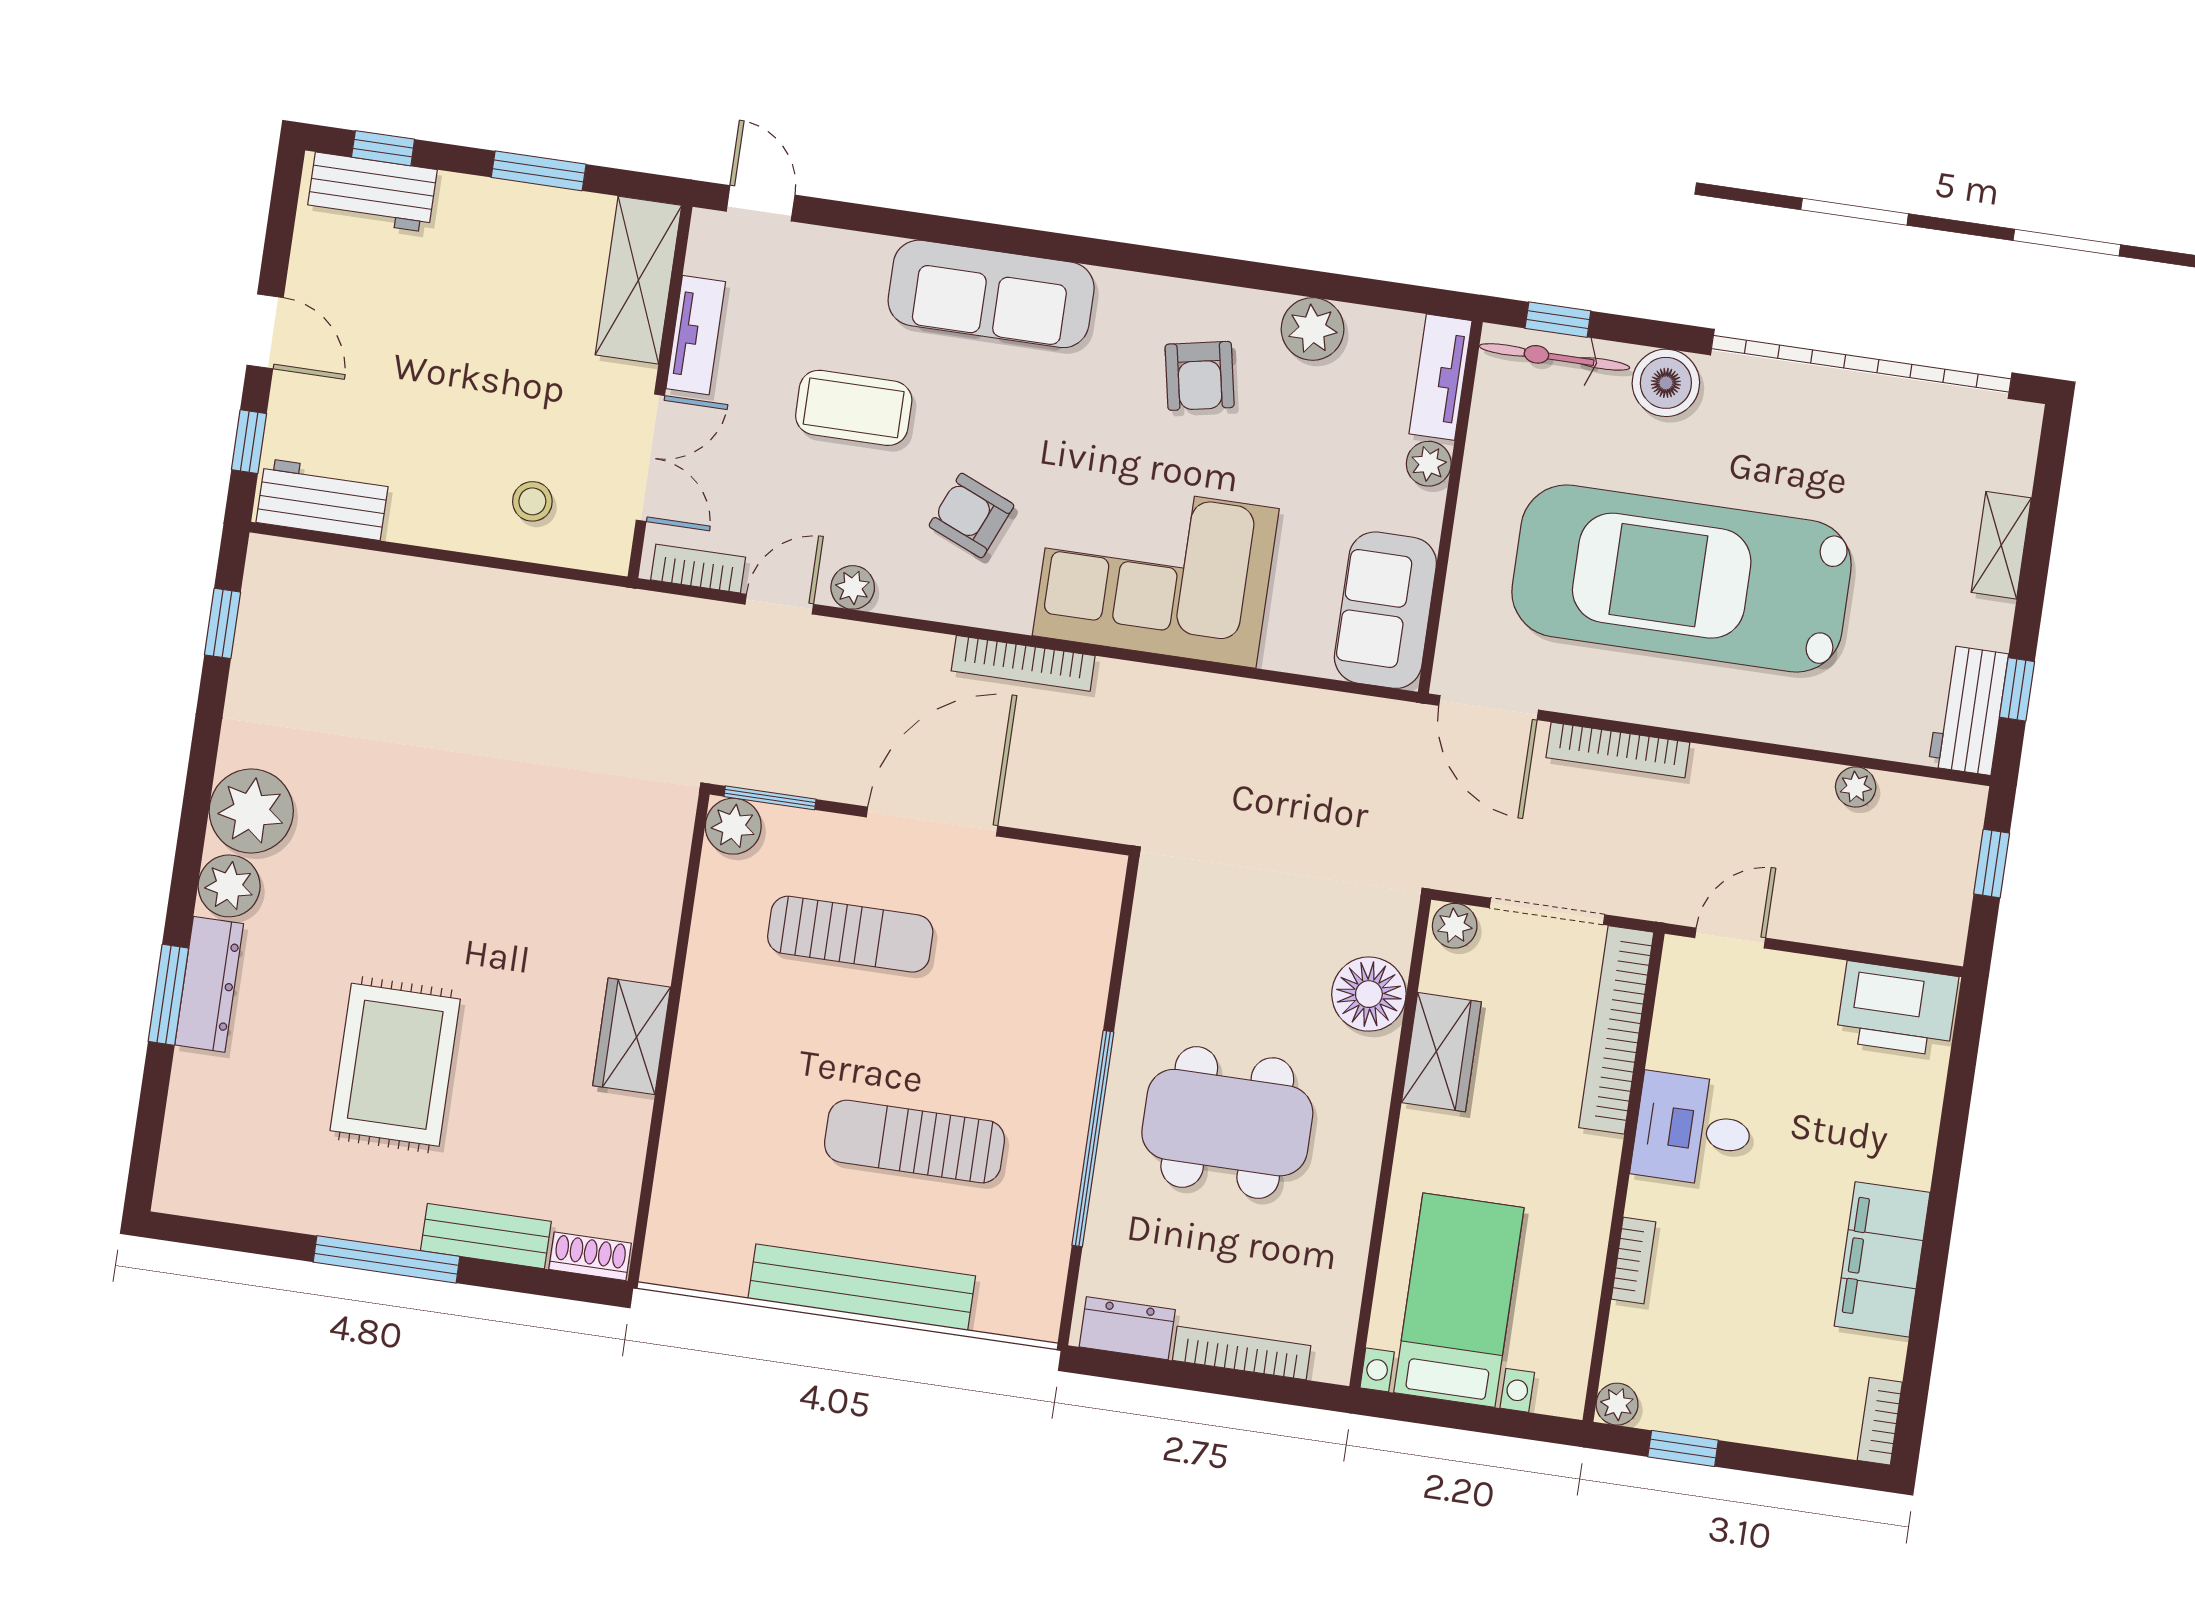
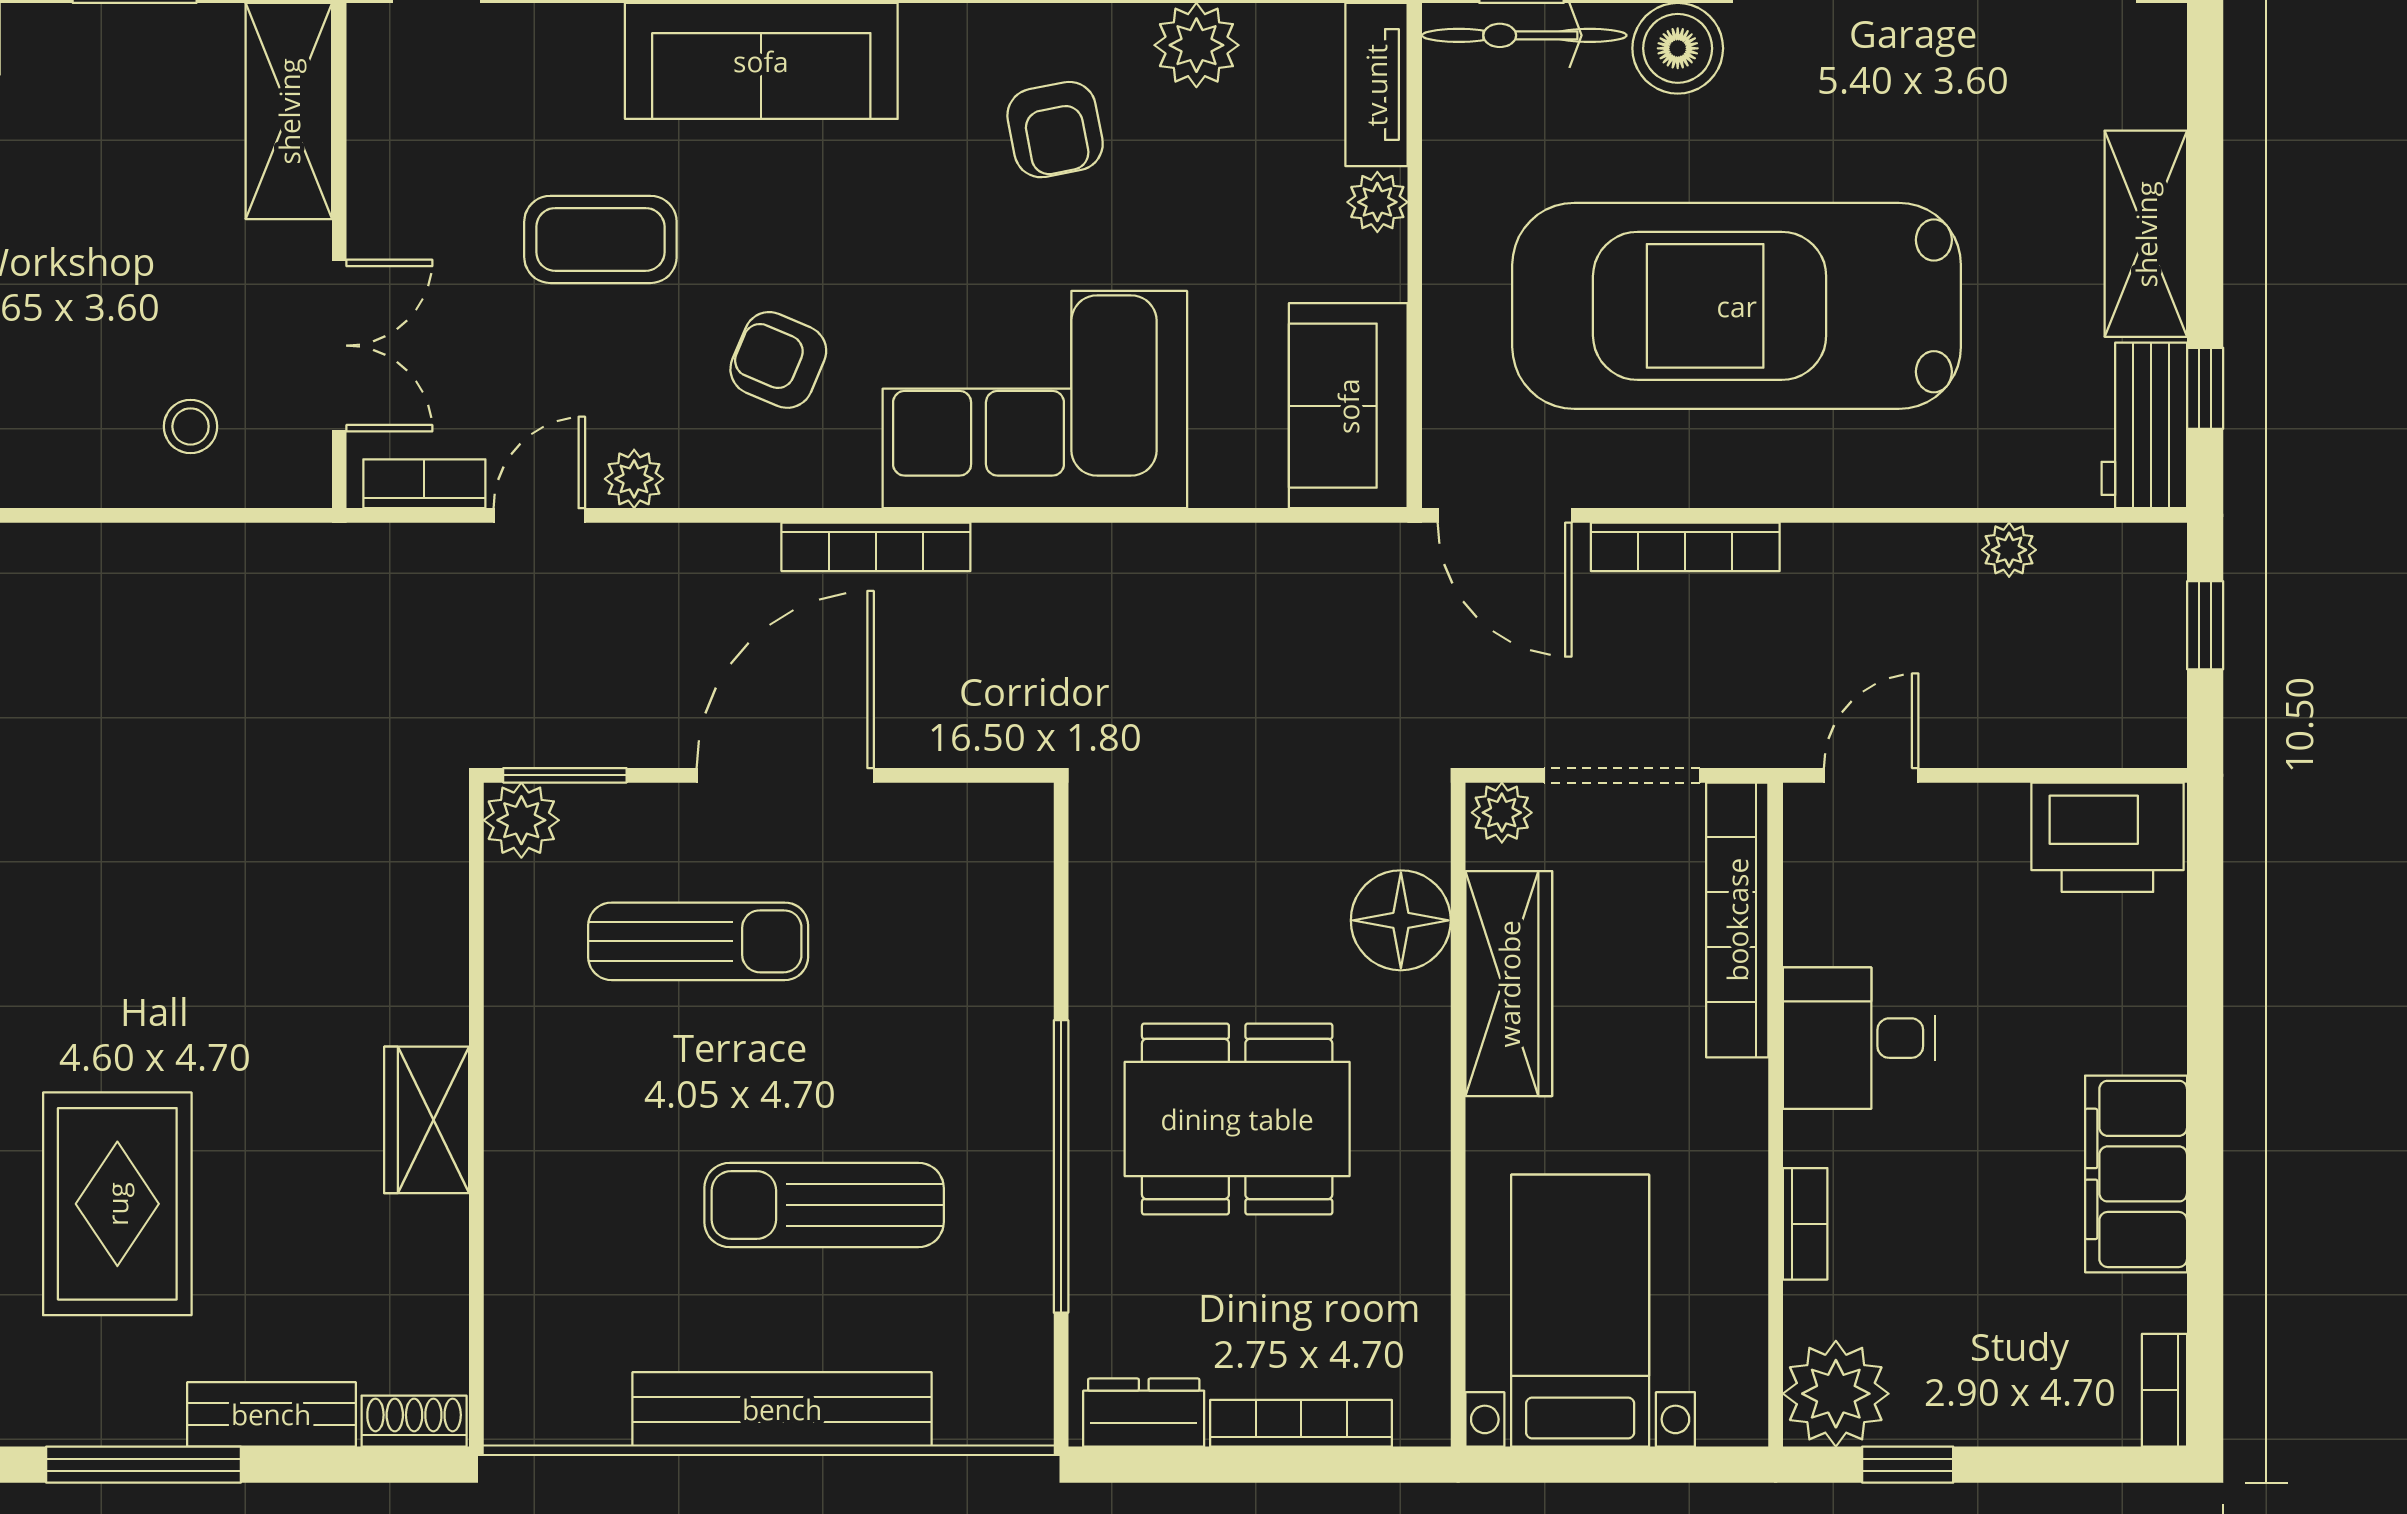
tv unit: (696, 335) -> (376, 173), removed
shelving: (2001, 545) -> (2146, 234), width x1.50, depth x1.33
wardrobe: (1441, 1052) -> (1509, 984), width x1.50
plant: (1617, 1404) -> (1836, 1394), width x1.88, depth x1.88

